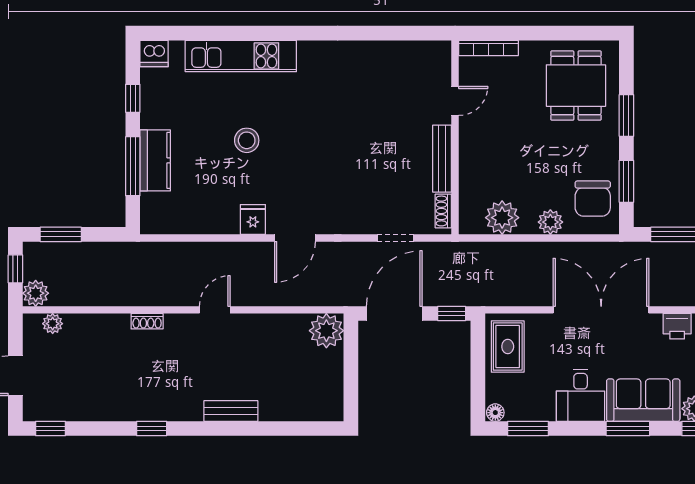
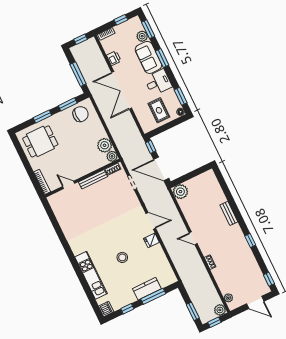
plant: (550, 222) -> (112, 156), moved
rug: (508, 346) -> (159, 110), moved, turned 90

